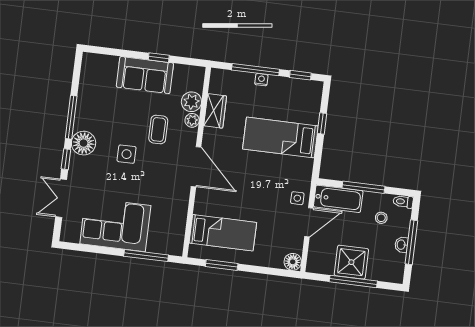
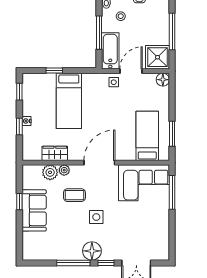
window: (255, 70) -> (19, 126), width x0.46
door: (309, 222) -> (131, 71), hinge flipped
corner sofa: (115, 225) -> (144, 183), moved, turned -90
shower: (351, 262) -> (158, 57), moved

